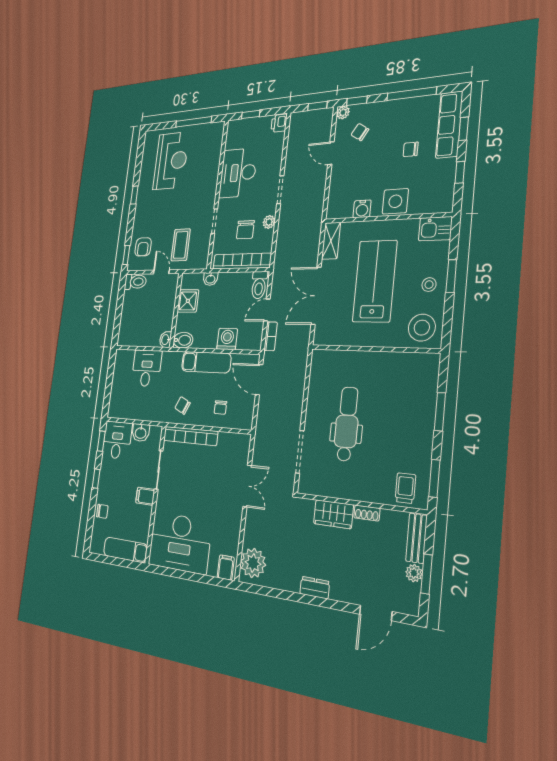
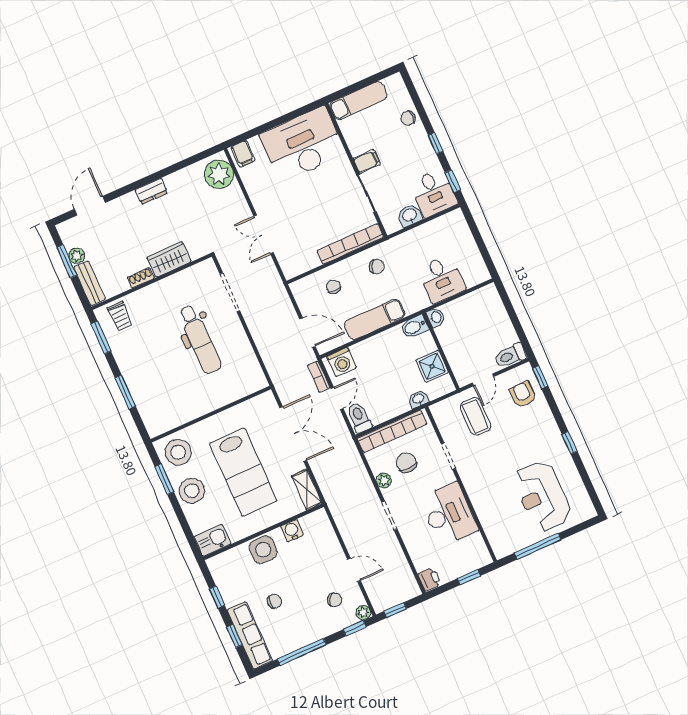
door: (161, 272) -> (483, 380), hinge flipped
window: (451, 276) -> (164, 479), moved
stool: (429, 285) -> (192, 491), width x1.89, depth x1.89
washing machine: (227, 339) -> (342, 362), moved

